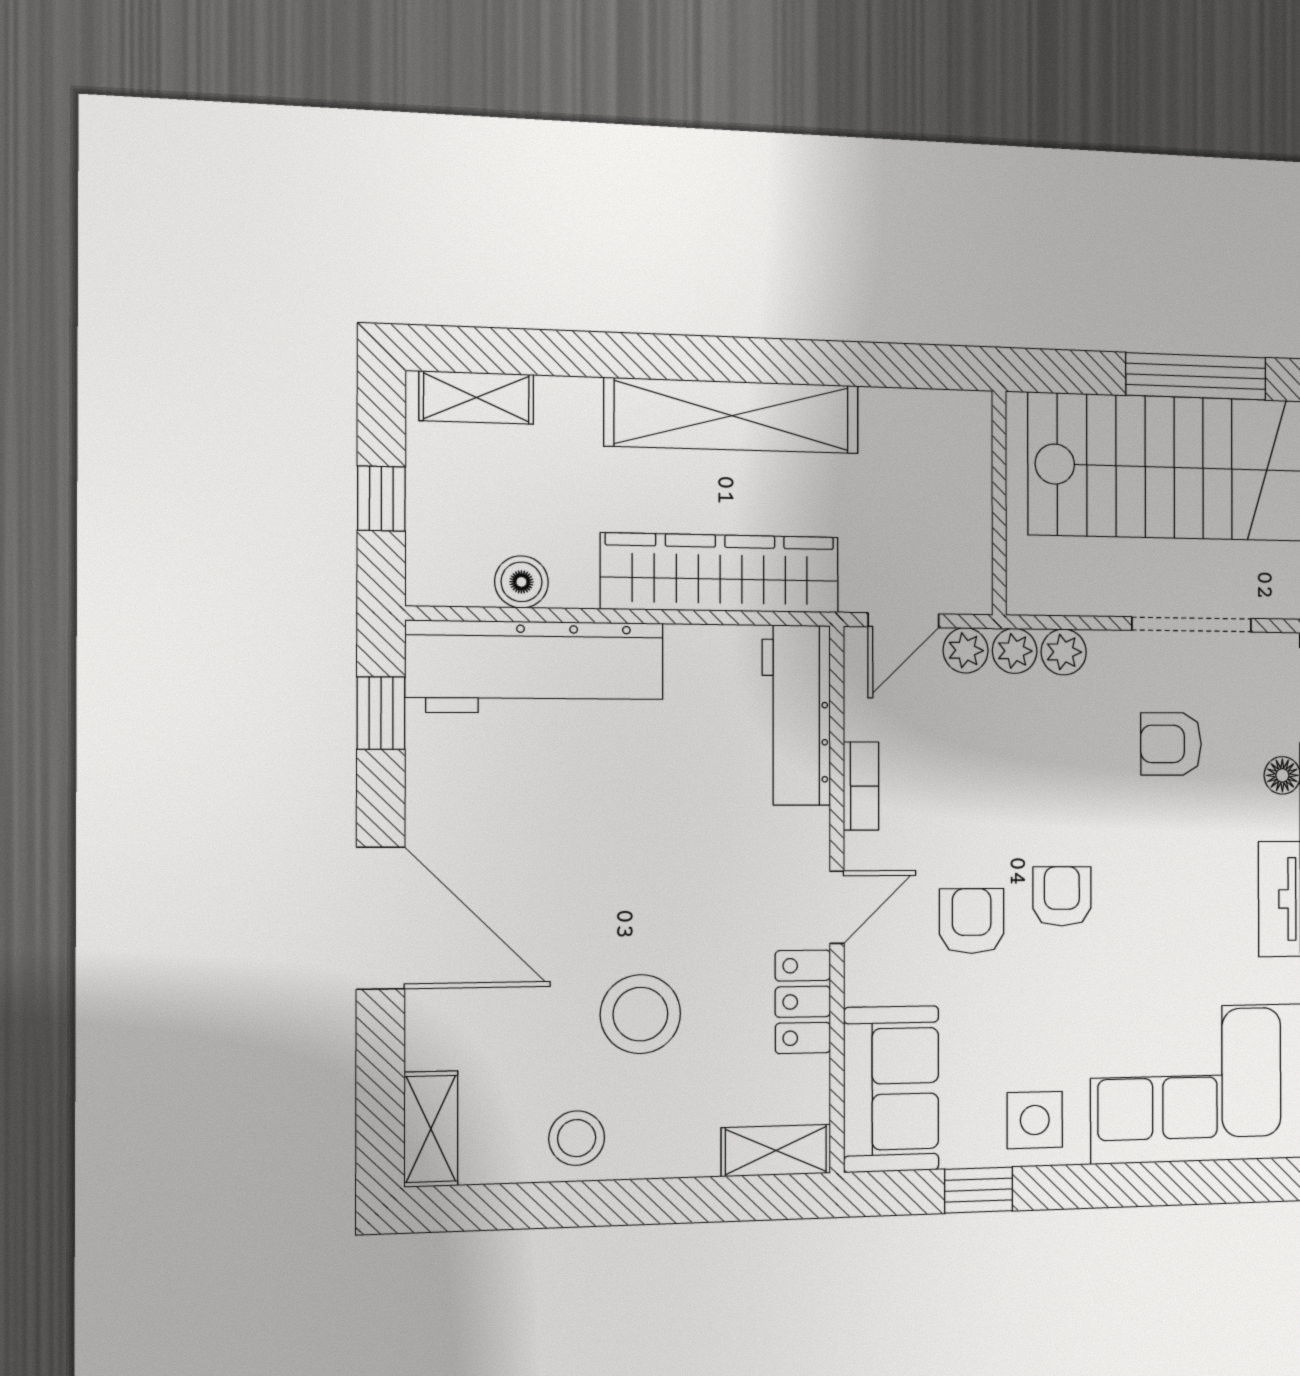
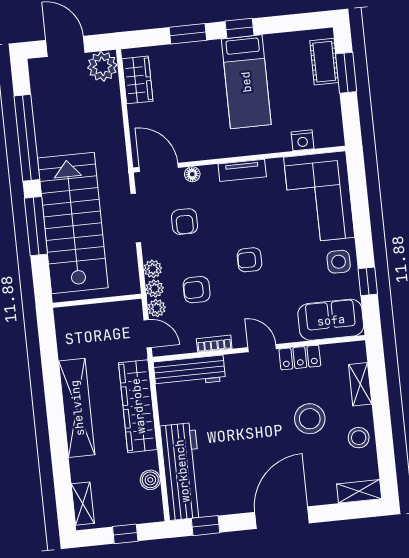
armchair: (972, 921) -> (197, 290), moved
shelving: (776, 1151) -> (360, 384), moved

